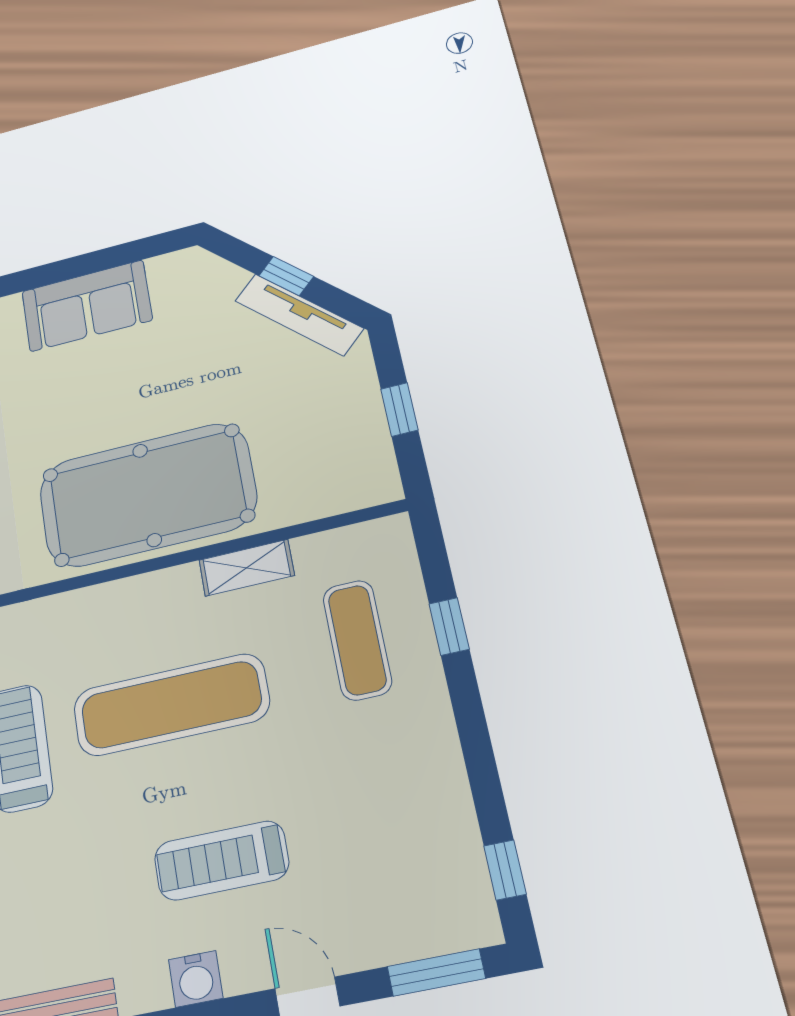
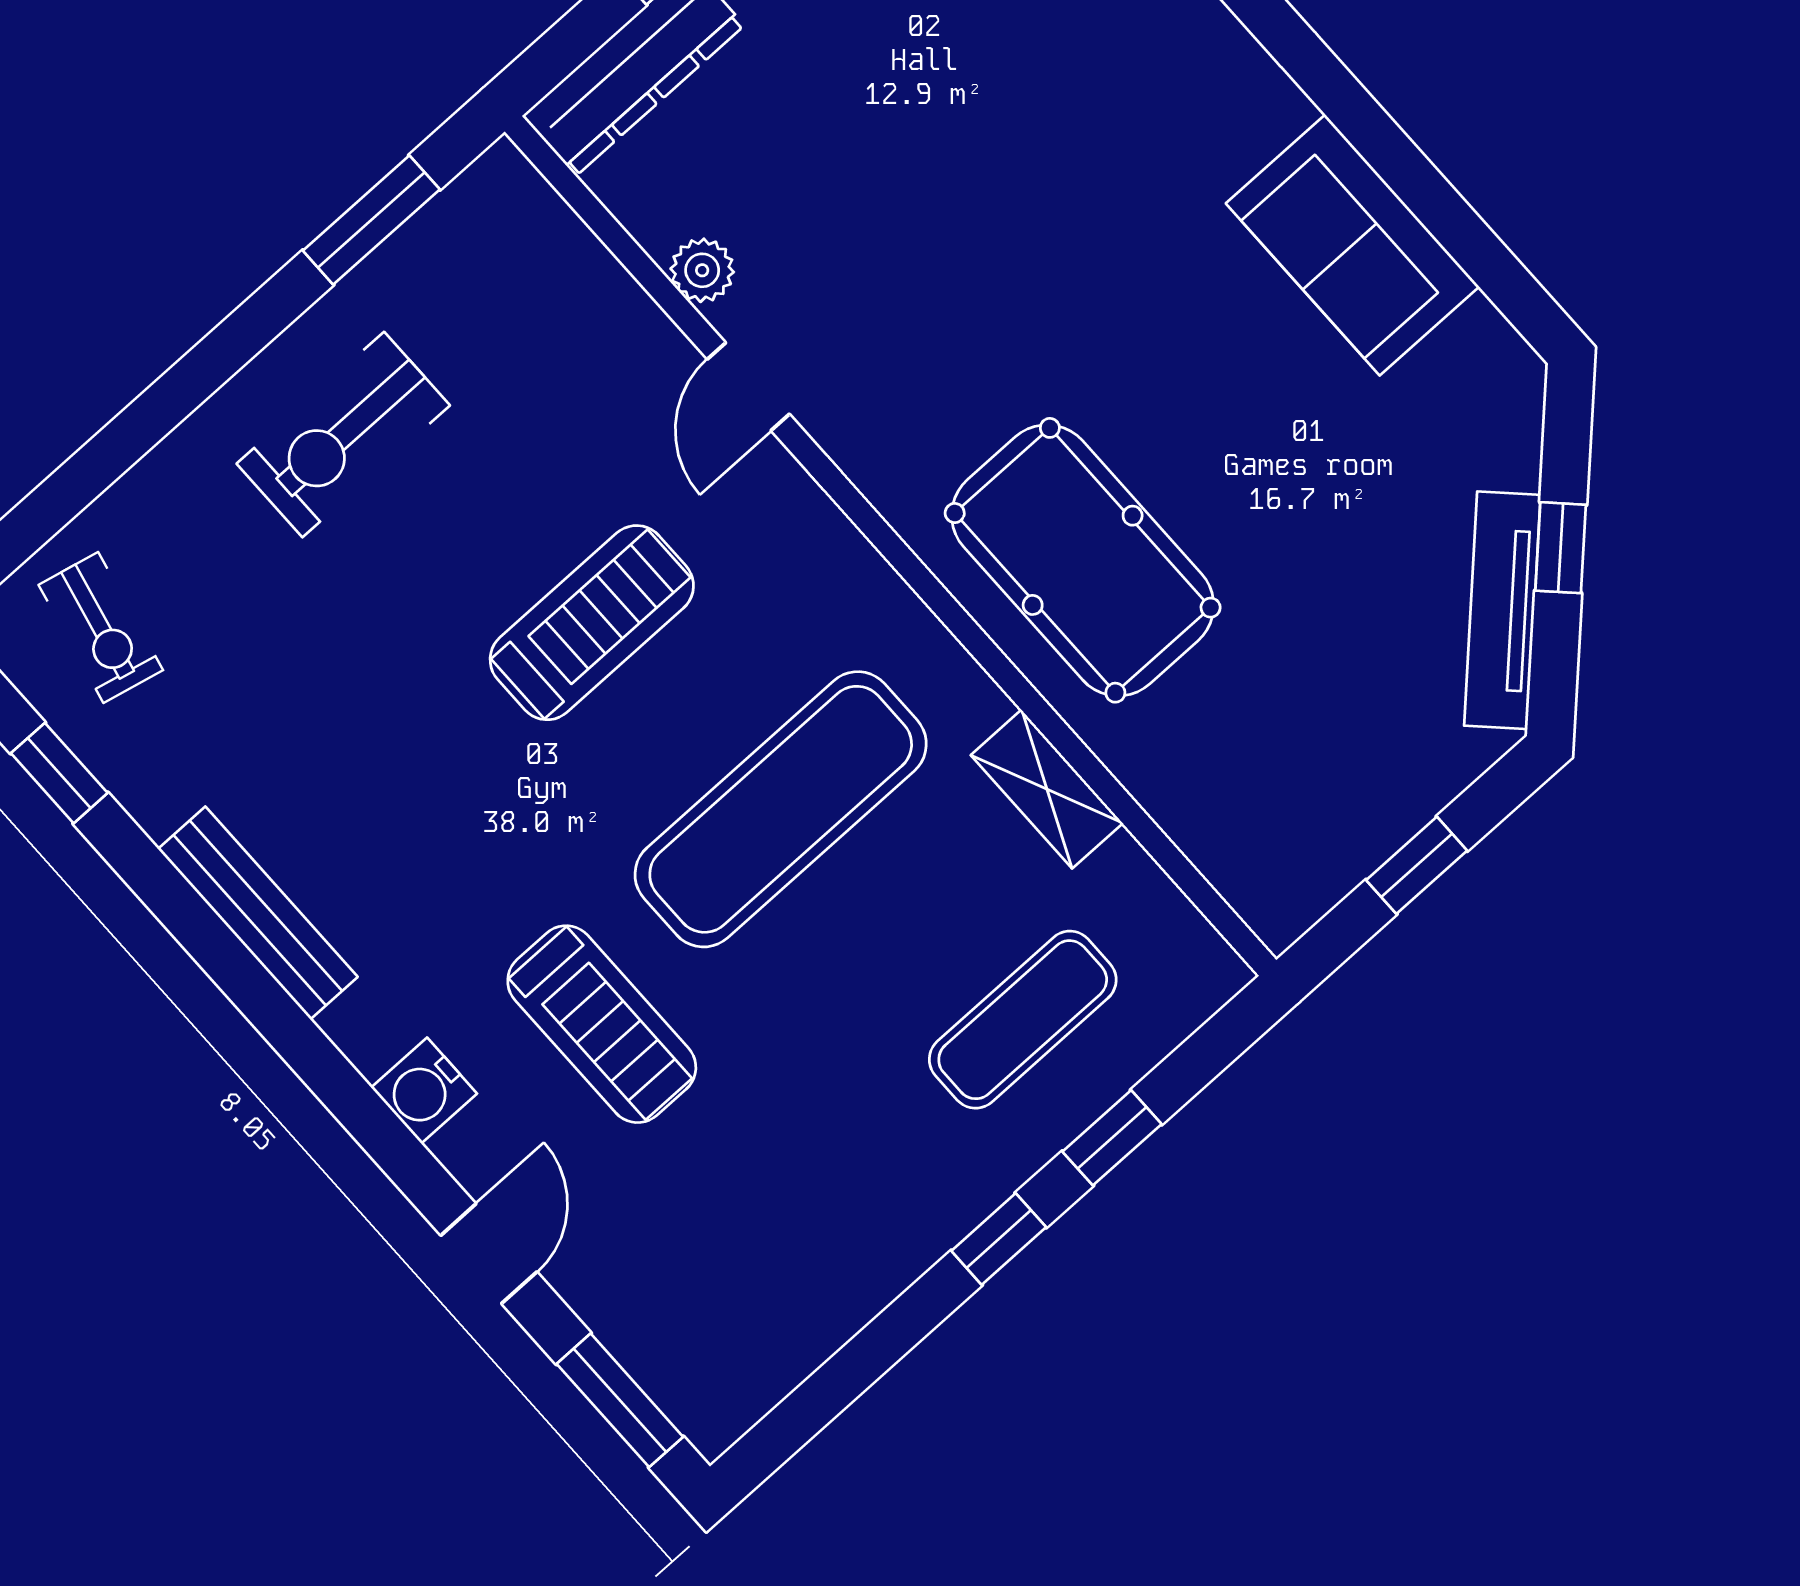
pool table: (147, 495) -> (1083, 560), width x0.73, depth x0.76
exercise mat: (171, 705) -> (781, 809), turned 90
treadmill: (221, 861) -> (602, 1024), turned 180
window: (505, 870) -> (999, 1239), moved

